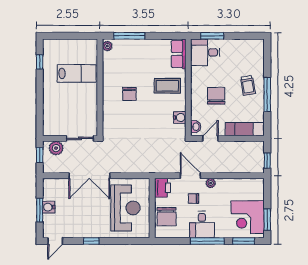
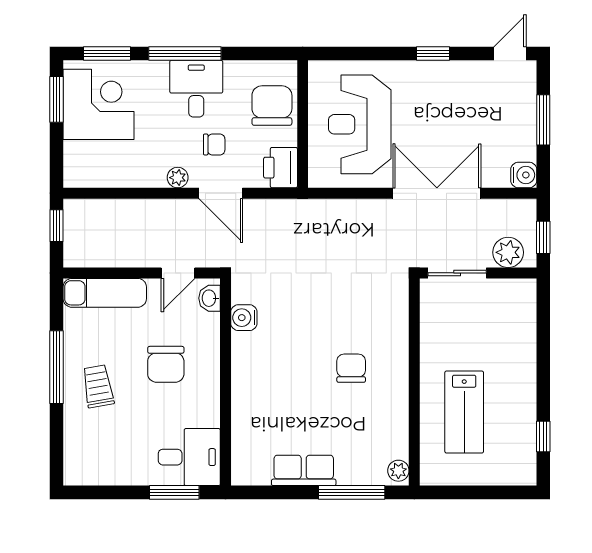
row of seats: (179, 54) -> (304, 470), moved, turned -90
lab bench: (77, 73) -> (464, 412), turned -90
coffee table: (167, 86) -> (270, 386), removed
water cooler: (49, 207) -> (524, 175), moved

